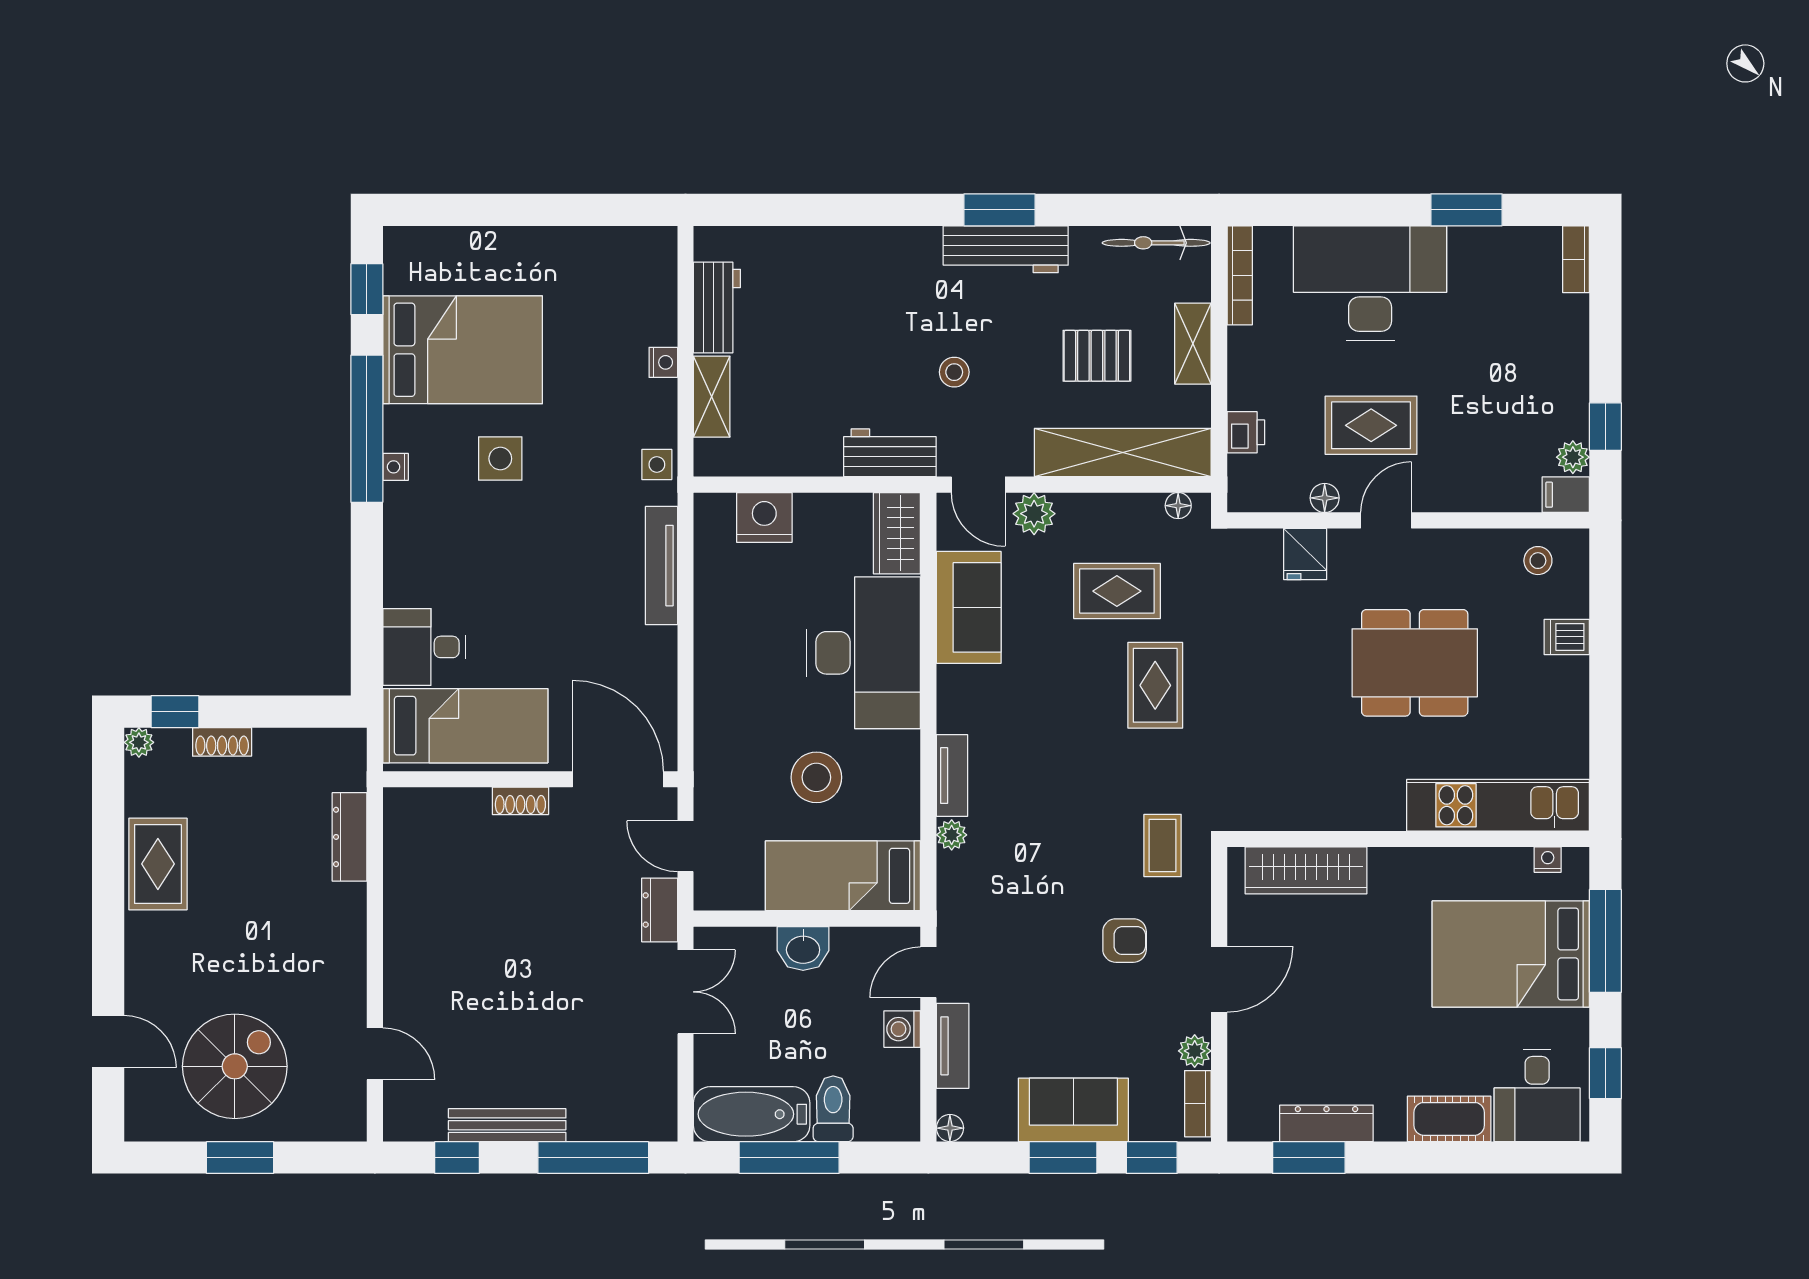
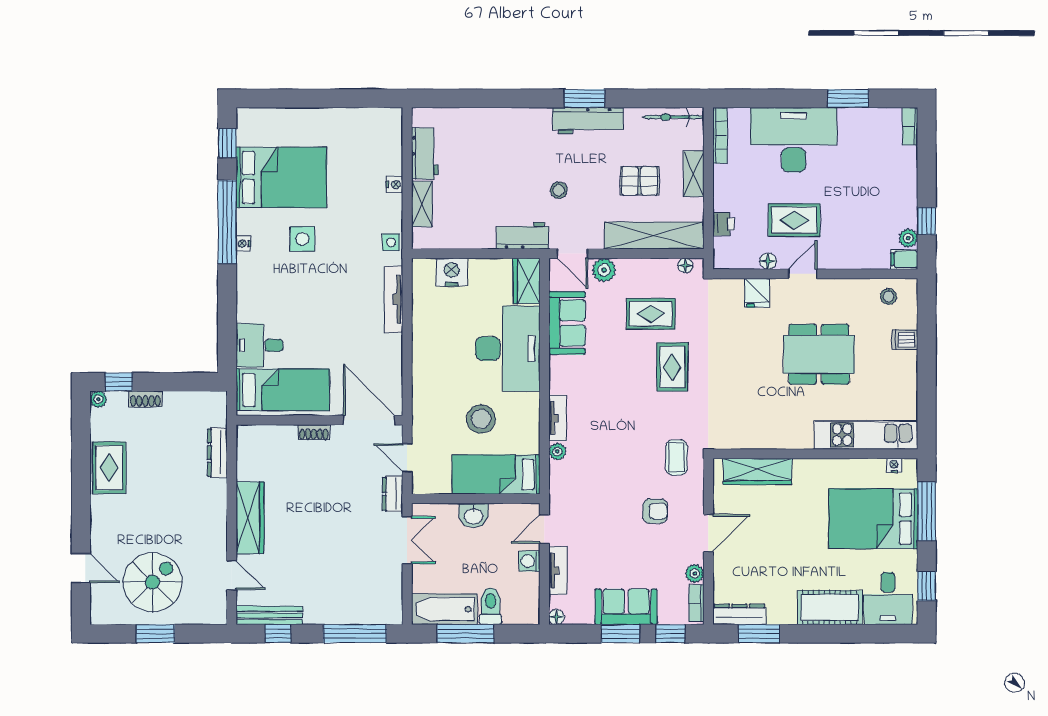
wardrobe: (407, 953) -> (250, 518), added
cot: (1449, 1119) -> (830, 607), width x1.37, depth x1.34
dresser: (1326, 1123) -> (739, 614), moved
bench: (507, 1125) -> (269, 615), moved

